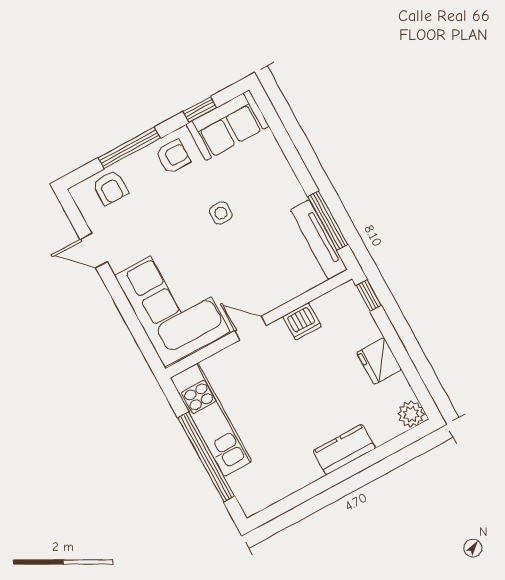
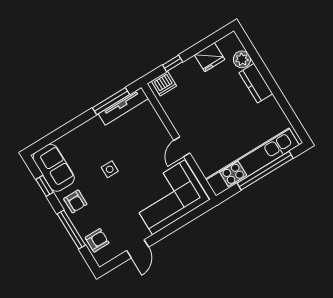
armchair: (173, 157) -> (75, 201), turned 180
window: (369, 295) -> (173, 63), moved
dishwasher: (302, 321) -> (164, 84), moved, turned 90
fridge: (379, 361) -> (209, 57), moved
plant: (411, 414) -> (242, 59), moved
kitchen unit: (211, 420) -> (252, 162), width x1.36

